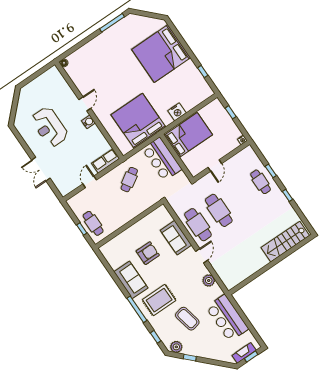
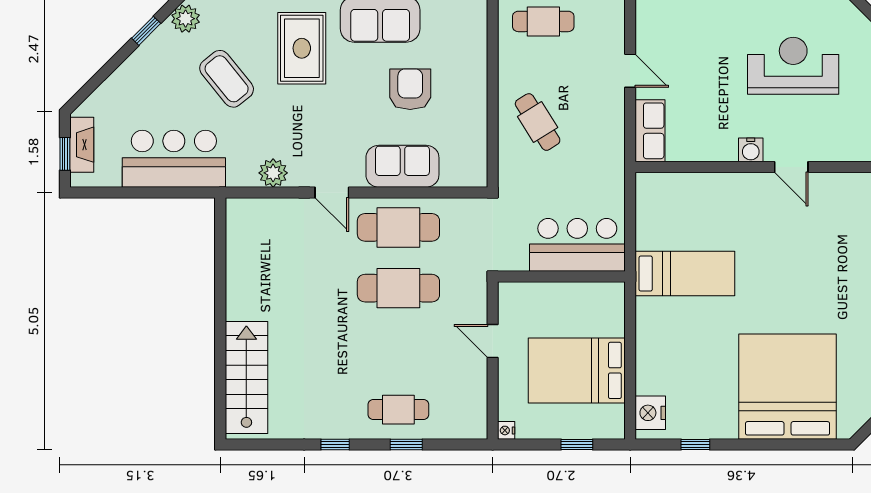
nightstand: (177, 112) -> (650, 413), moved
bed: (138, 121) -> (685, 274), width x0.49
bed: (188, 135) -> (577, 370), moved, turned 90
cafe table: (129, 180) -> (538, 122), moved
armchair: (148, 253) -> (410, 89), turned 180
coffee table: (187, 319) -> (227, 79), turned 63

